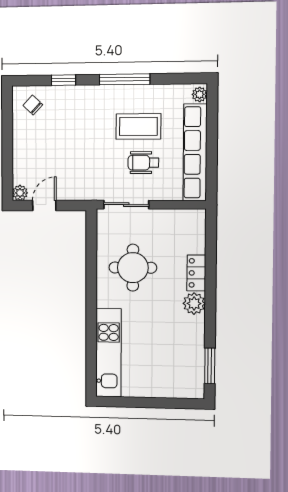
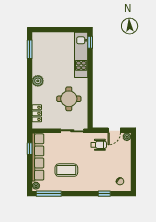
window: (125, 79) -> (49, 194), moved
wheelchair: (143, 163) -> (99, 145), moved
window: (212, 169) -> (30, 149), added
locker: (196, 273) -> (37, 113), moved
window: (91, 377) -> (90, 42), added

